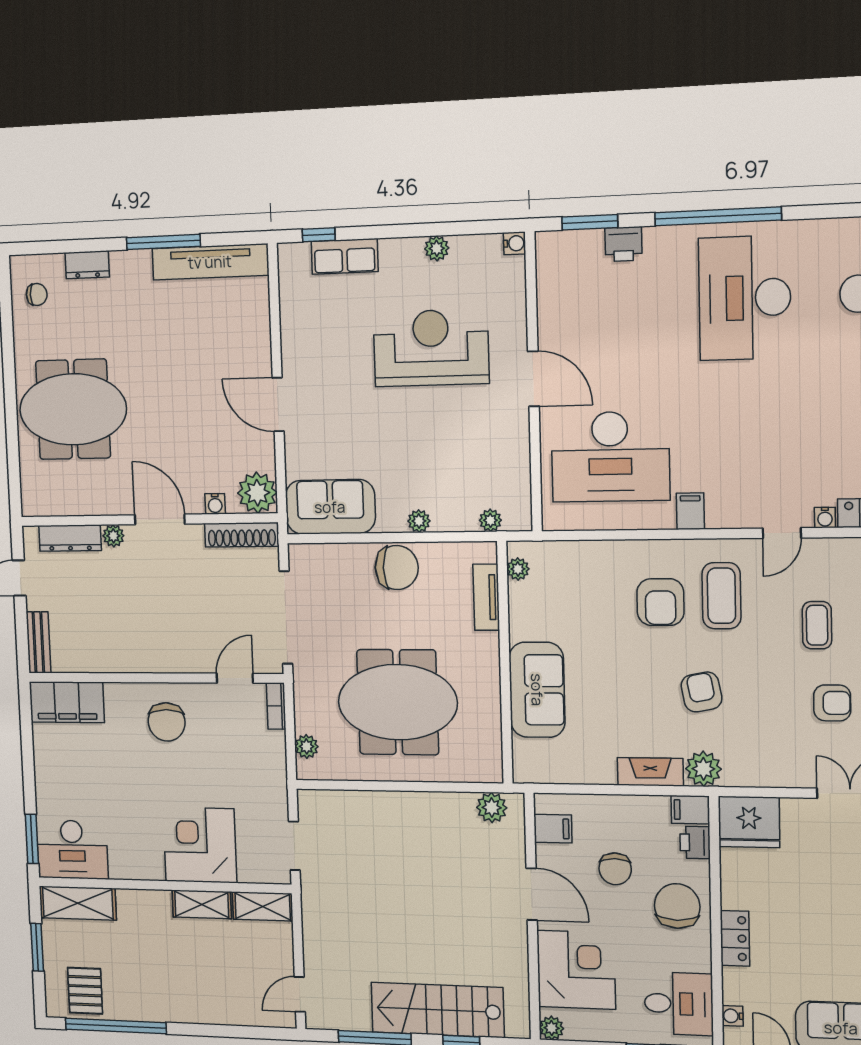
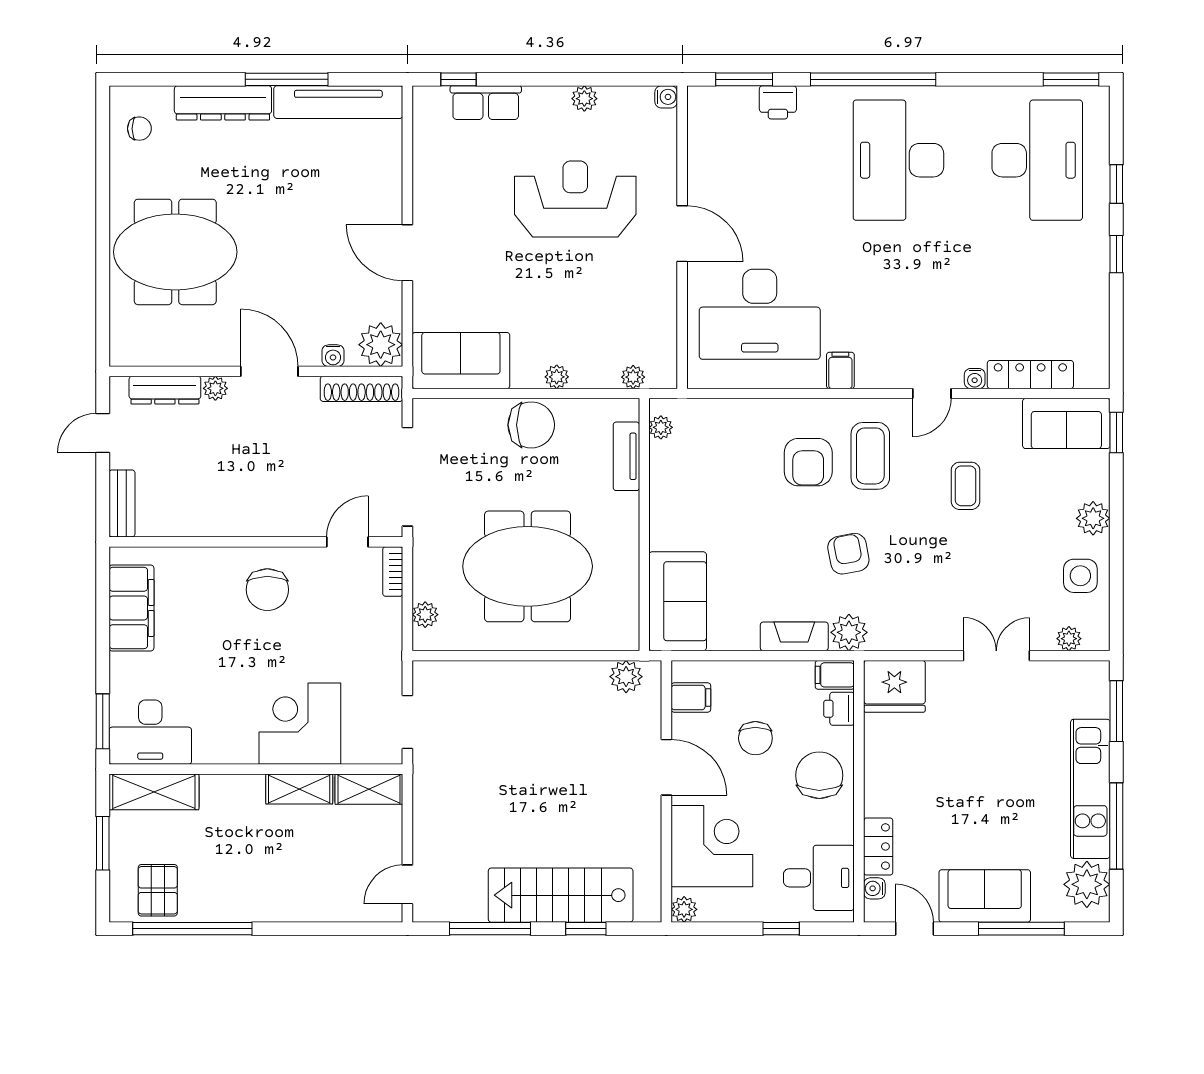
dresser: (87, 265) -> (223, 103), width x1.96, depth x1.24
sofa: (537, 690) -> (678, 601), moved
filing cabinet: (67, 702) -> (131, 608), moved, turned -90
armchair: (832, 703) -> (980, 564), removed
locker: (735, 938) -> (878, 847), moved

